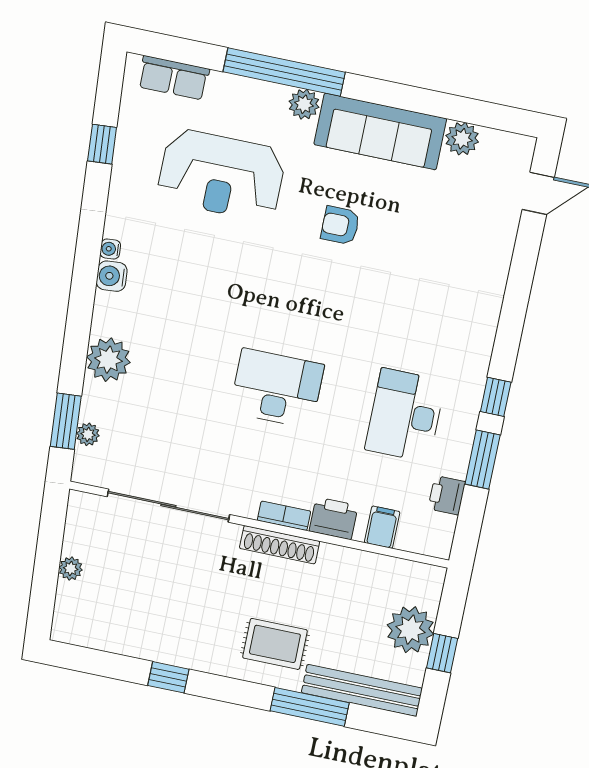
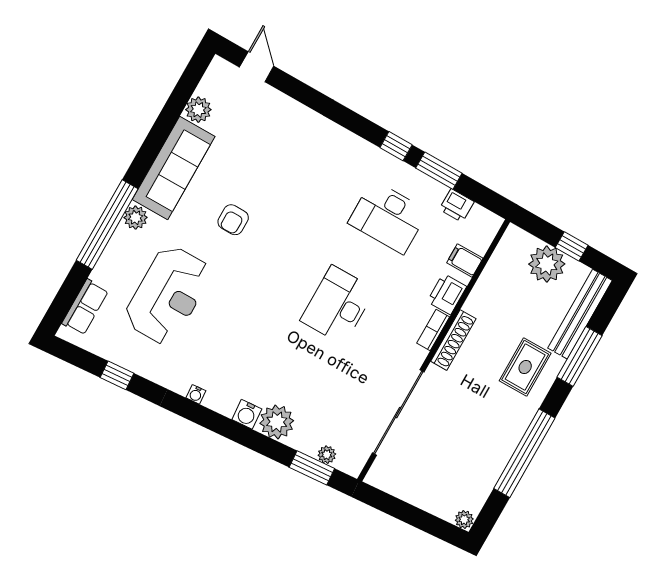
water cooler: (112, 276) -> (247, 414), moved
plant: (71, 569) -> (464, 520), moved
window: (168, 677) -> (524, 453), width x3.17

